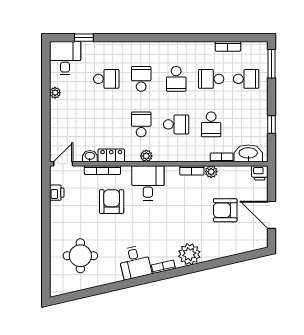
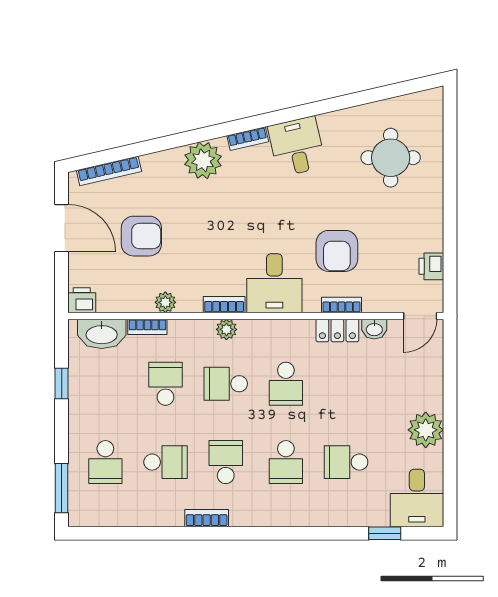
bookcase: (228, 46) -> (207, 518), moved
school desk: (246, 79) -> (105, 462), turned -90
plant: (55, 93) -> (426, 430), width x1.88, depth x1.88
plant: (146, 156) -> (226, 329), moved
bookcase: (102, 170) -> (341, 305), width x0.64
bookcase: (192, 170) -> (224, 305), moved
bookcase: (244, 248) -> (109, 171), added

